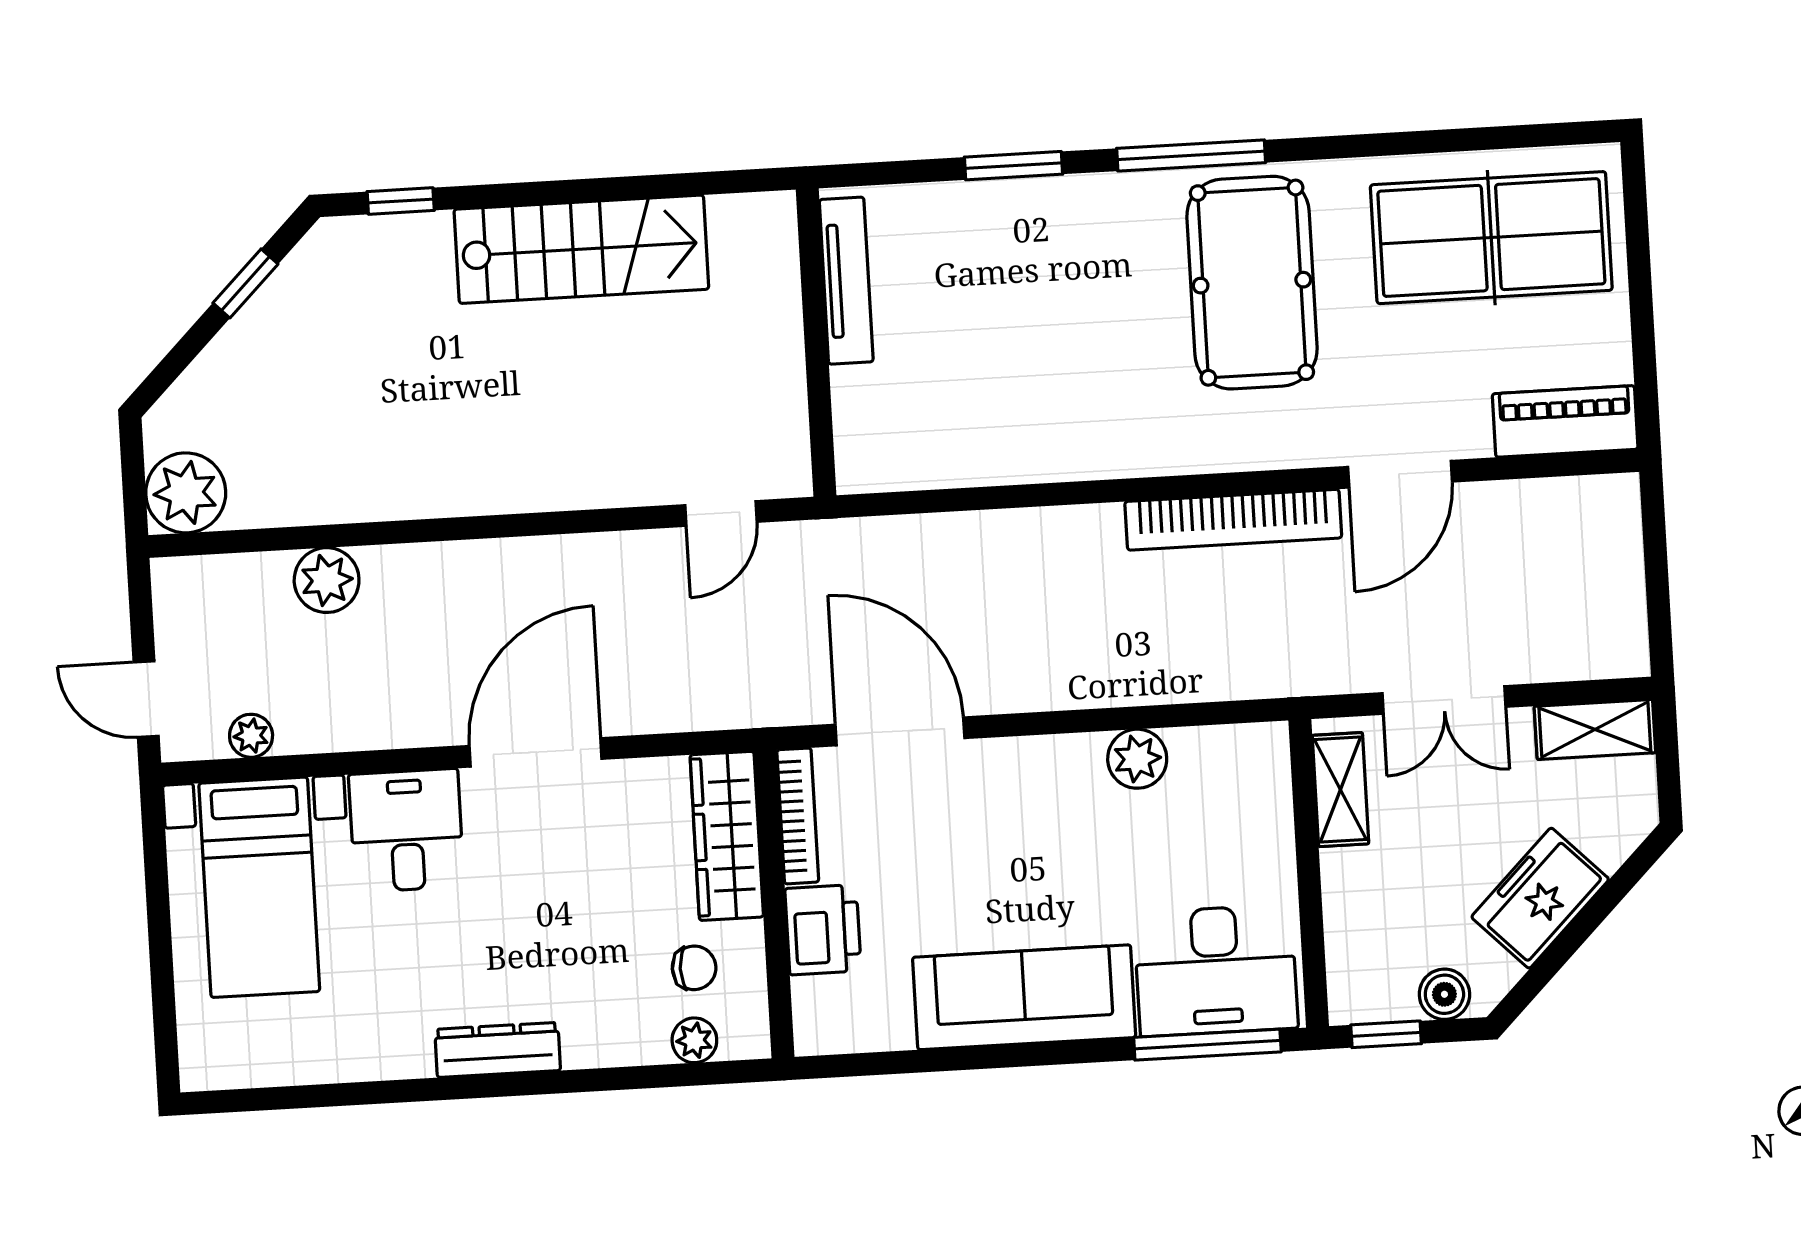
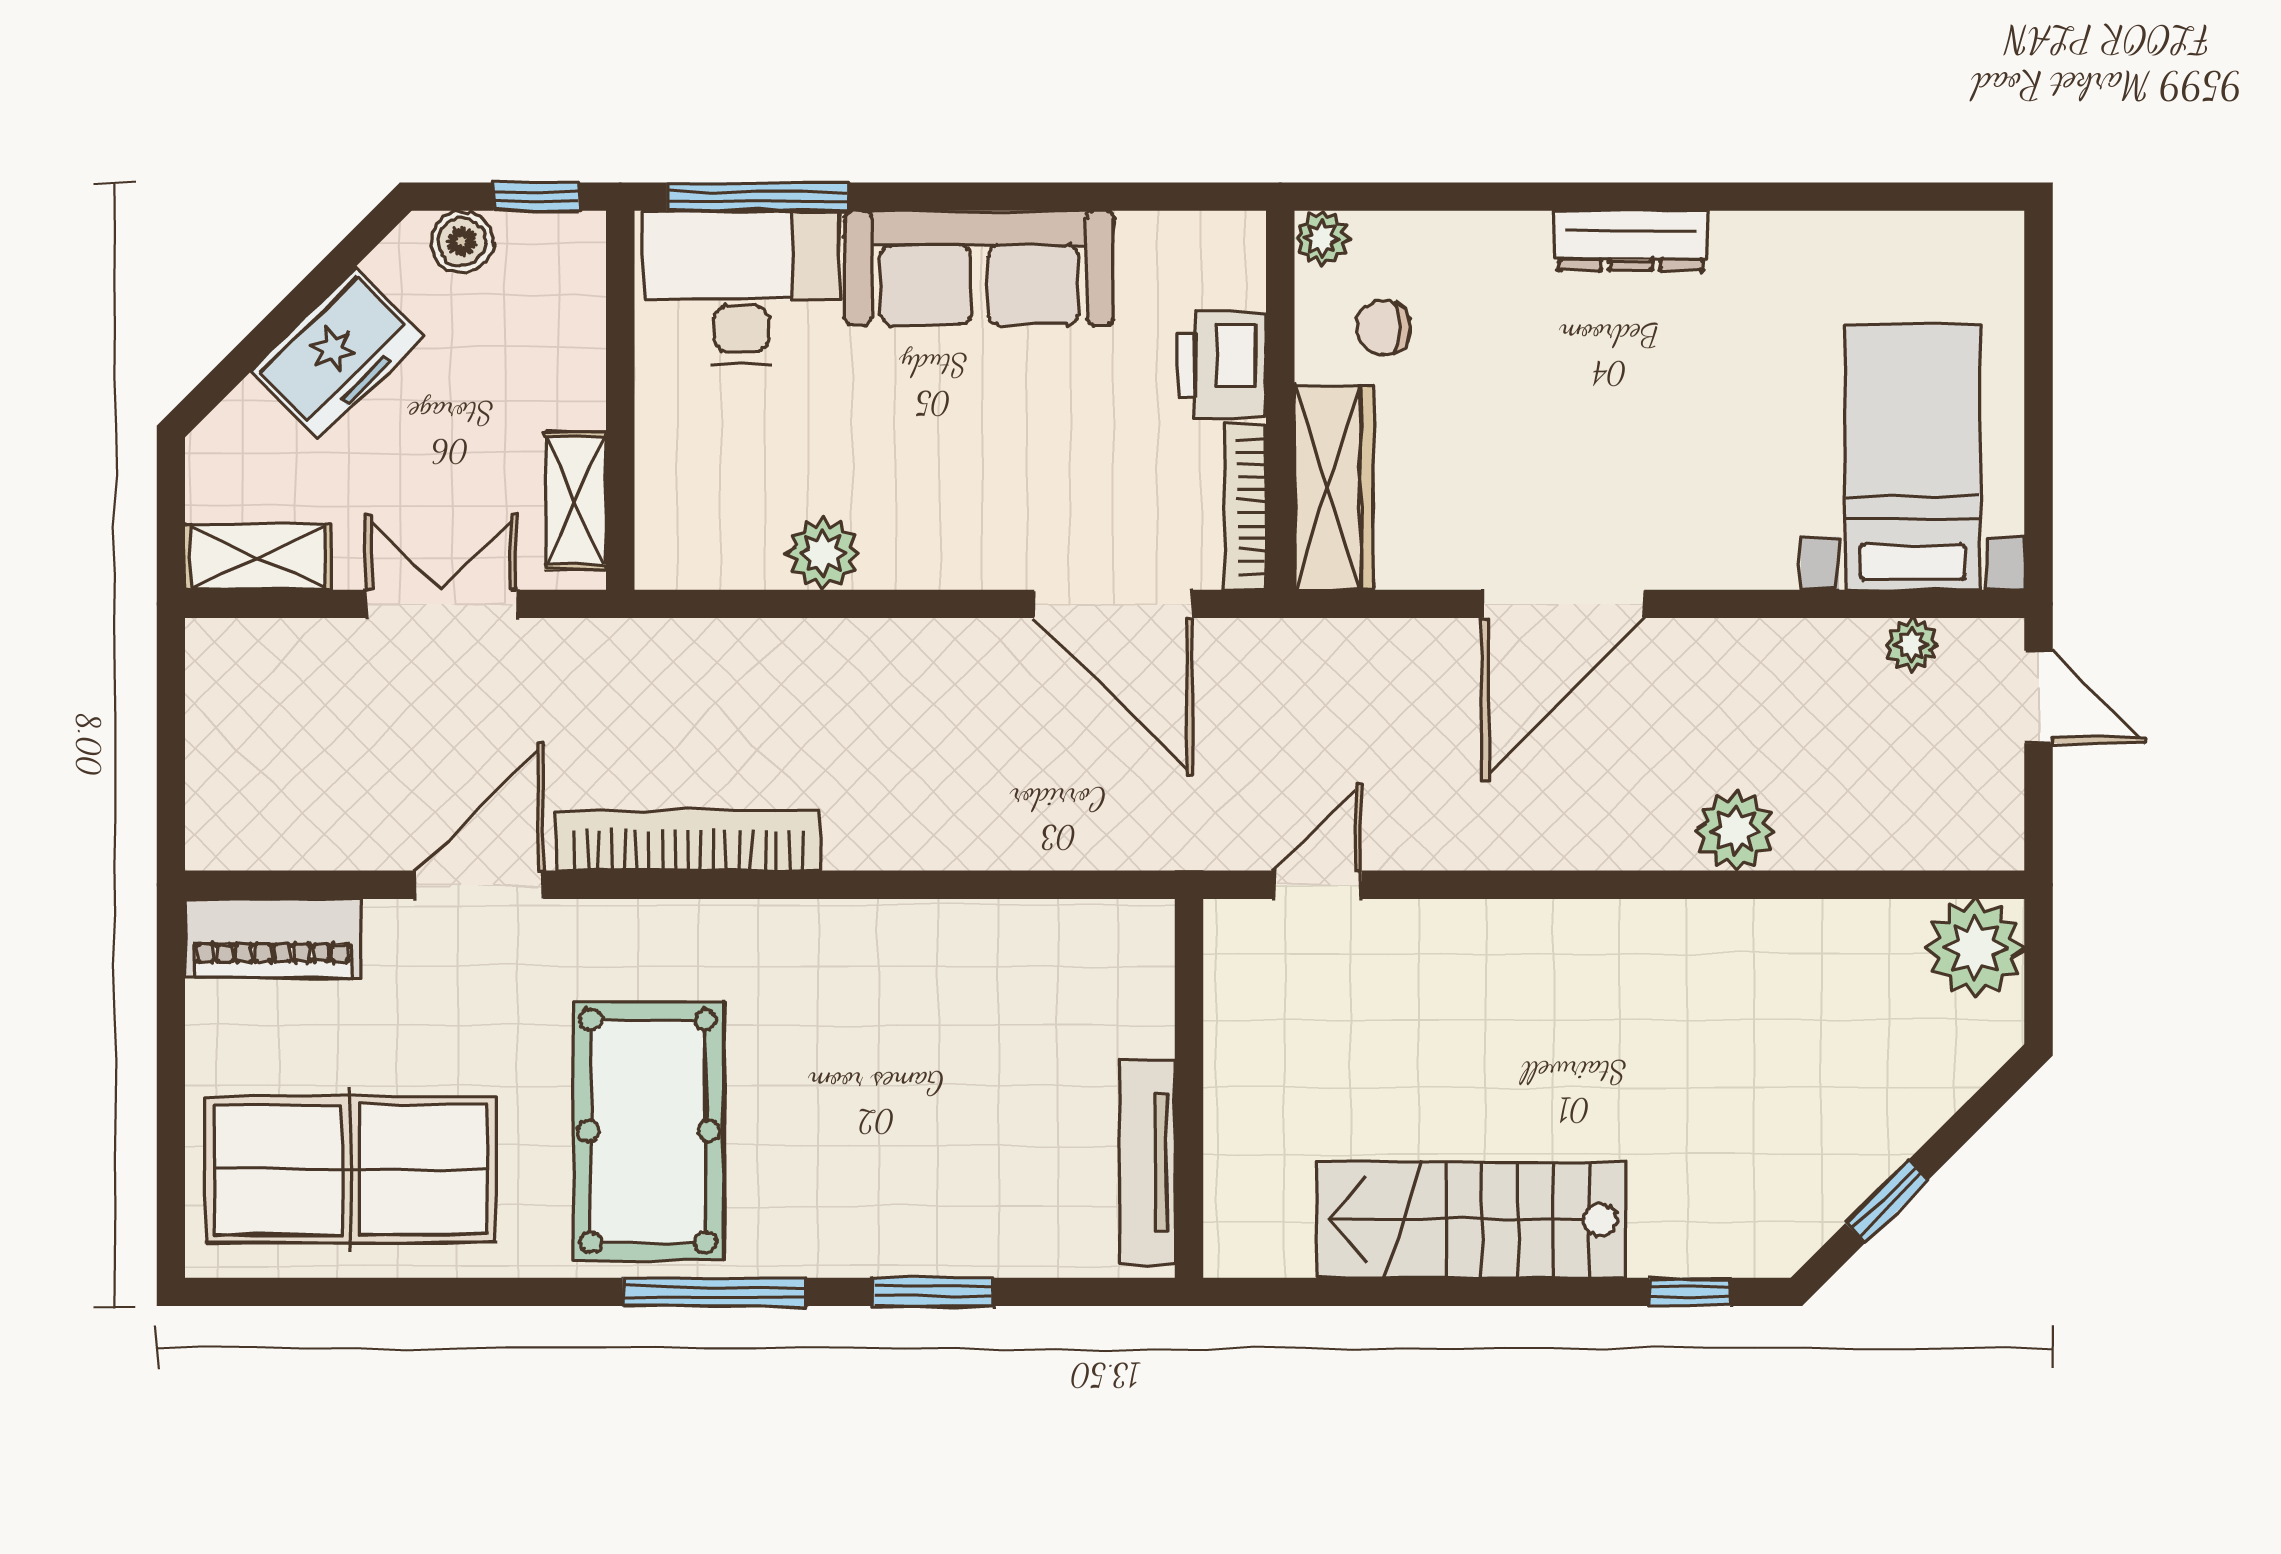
plant: (327, 580) -> (1735, 831), moved
desk: (406, 830) -> (1728, 517), removed
plant: (694, 1040) -> (1322, 238), moved

